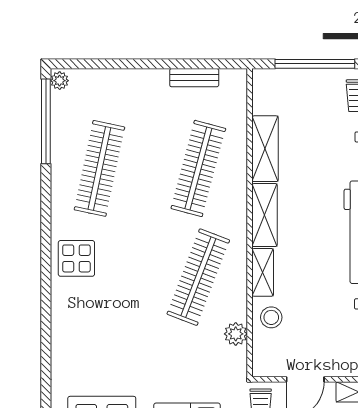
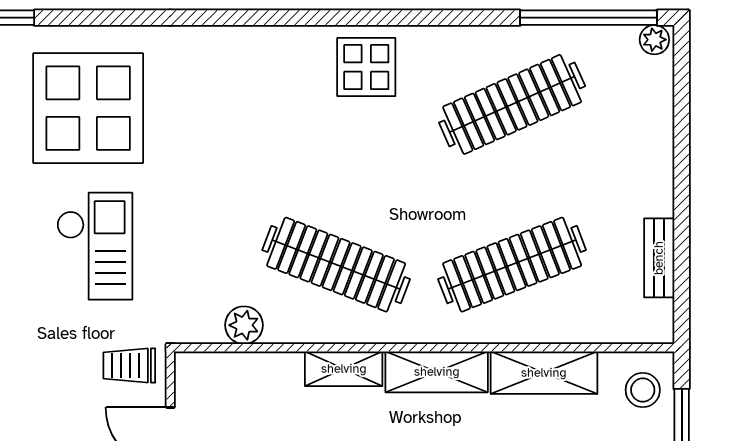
clothes rail: (99, 168) -> (512, 104), turned -36
clothes rail: (198, 168) -> (512, 265), turned -36
stool: (271, 317) -> (643, 390), moved

